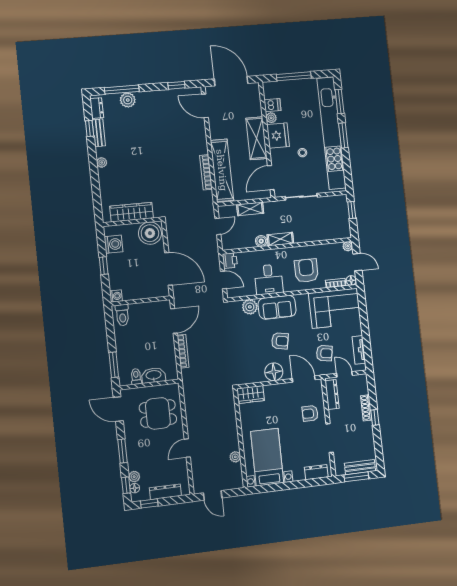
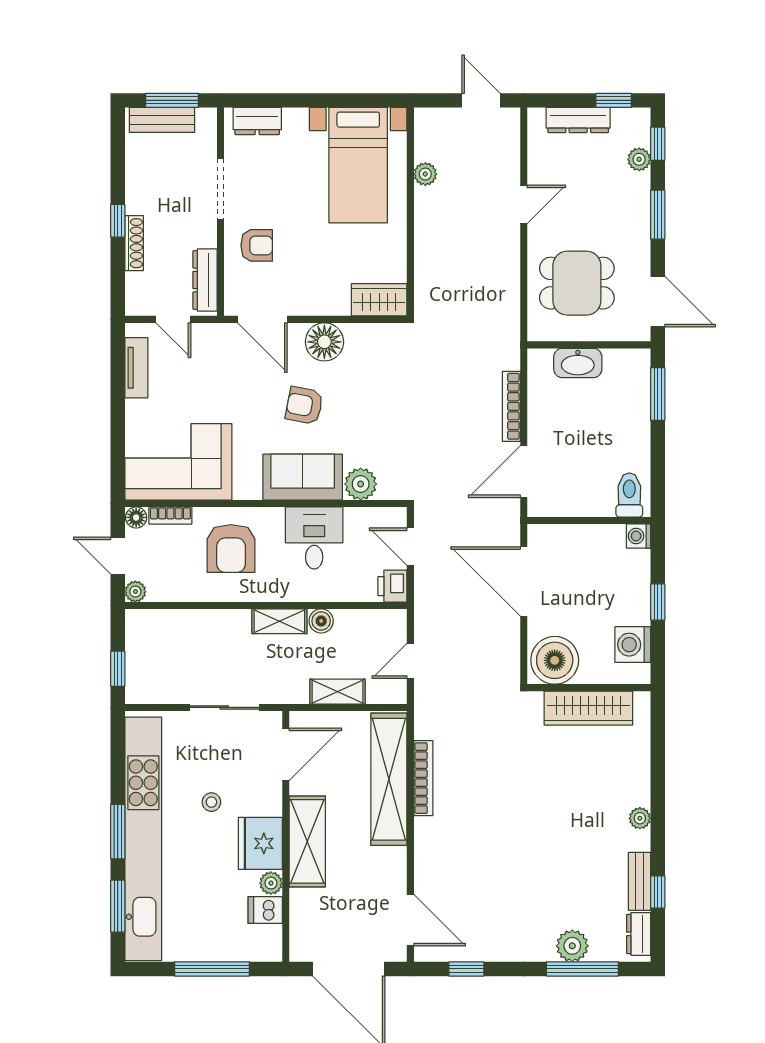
armchair: (324, 353) -> (212, 369), removed
toilet: (136, 377) -> (614, 365), removed
floor lamp: (135, 488) -> (641, 136), removed

